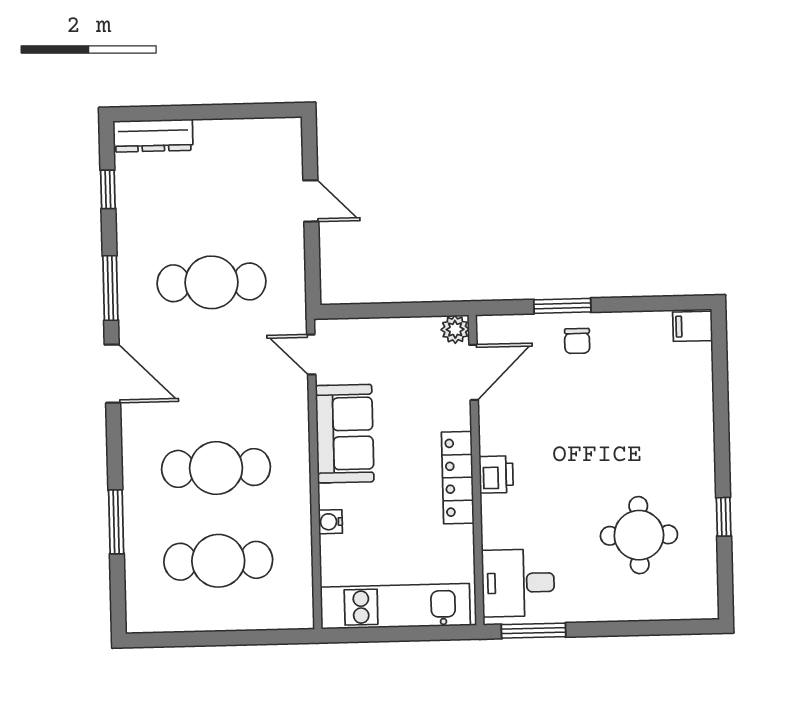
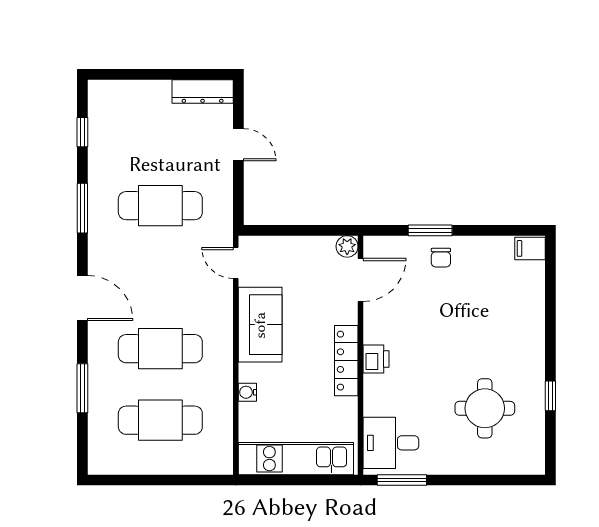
dresser: (153, 136) -> (203, 92), moved
door: (112, 374) -> (82, 298), moved

